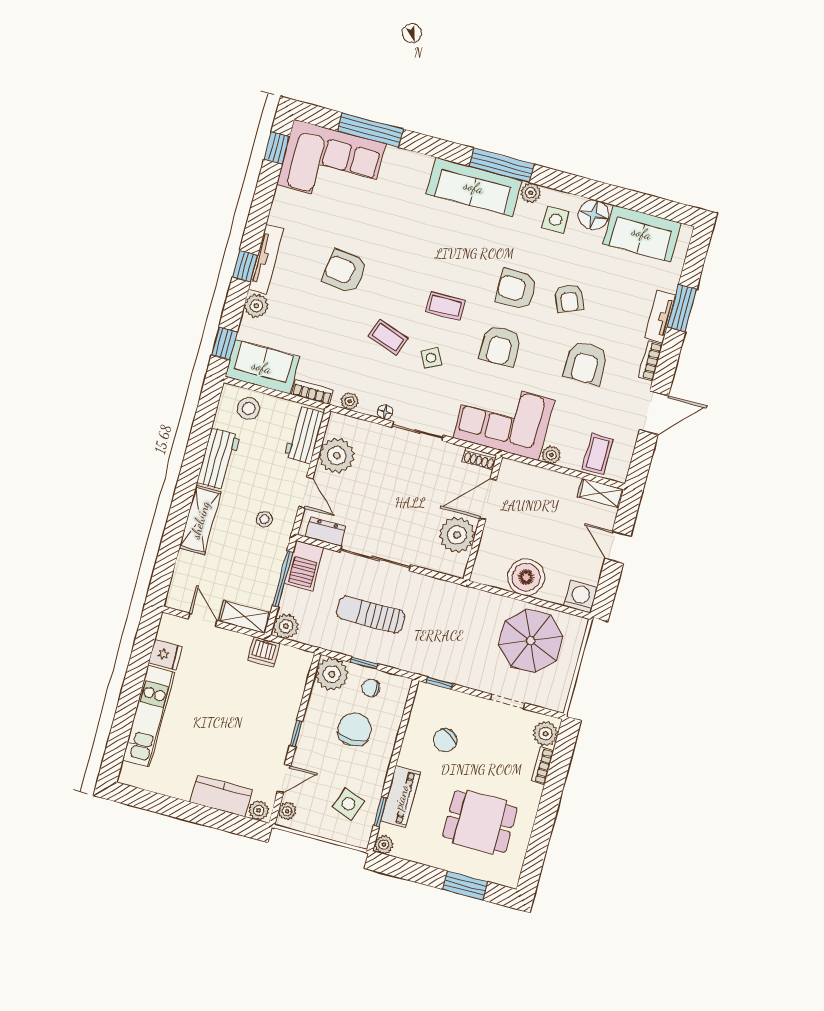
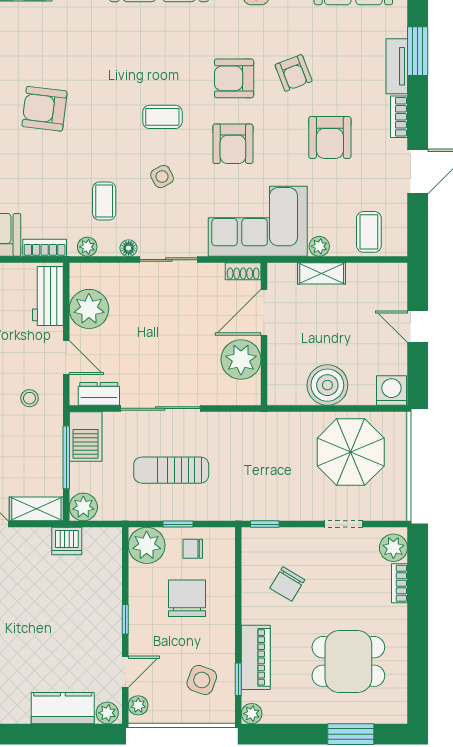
coffee table: (388, 337) -> (104, 201), moved, turned 70
shelving: (601, 493) -> (322, 273), moved

